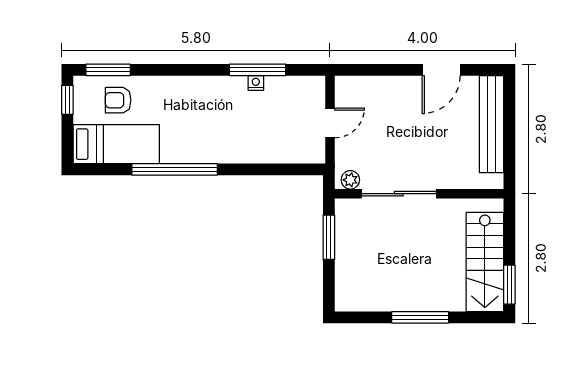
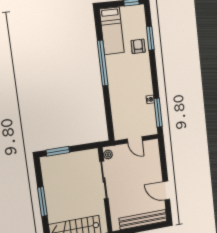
window: (108, 70) -> (150, 38), moved
window: (258, 70) -> (158, 113), moved
armchair: (118, 100) -> (138, 46), moved
window: (329, 237) -> (58, 151), moved

